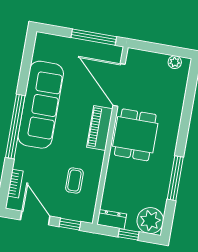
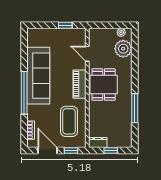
window: (94, 37) -> (65, 25), width x0.46
door: (119, 85) -> (87, 54), width x0.53
coffee table: (74, 181) -> (69, 121), width x1.86, depth x1.72
plant: (150, 221) -> (123, 49), moved

